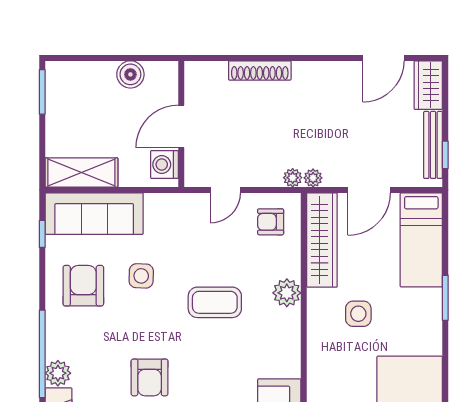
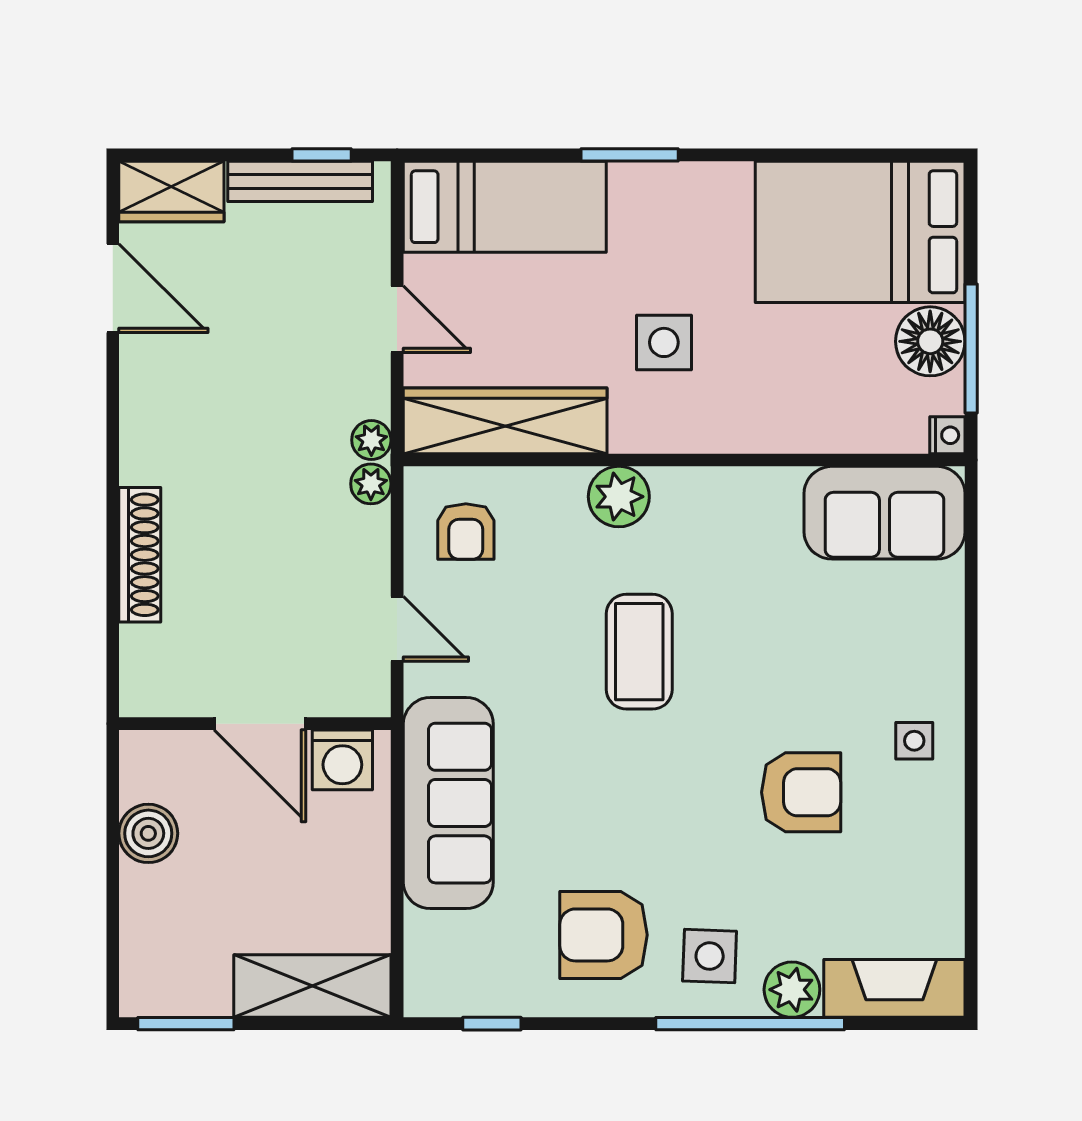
shelving: (81, 172) -> (312, 986), moved, turned 90
door: (369, 190) -> (397, 319), width x0.73
sofa: (94, 214) -> (448, 803), moved
side table: (141, 276) -> (710, 956), moved

